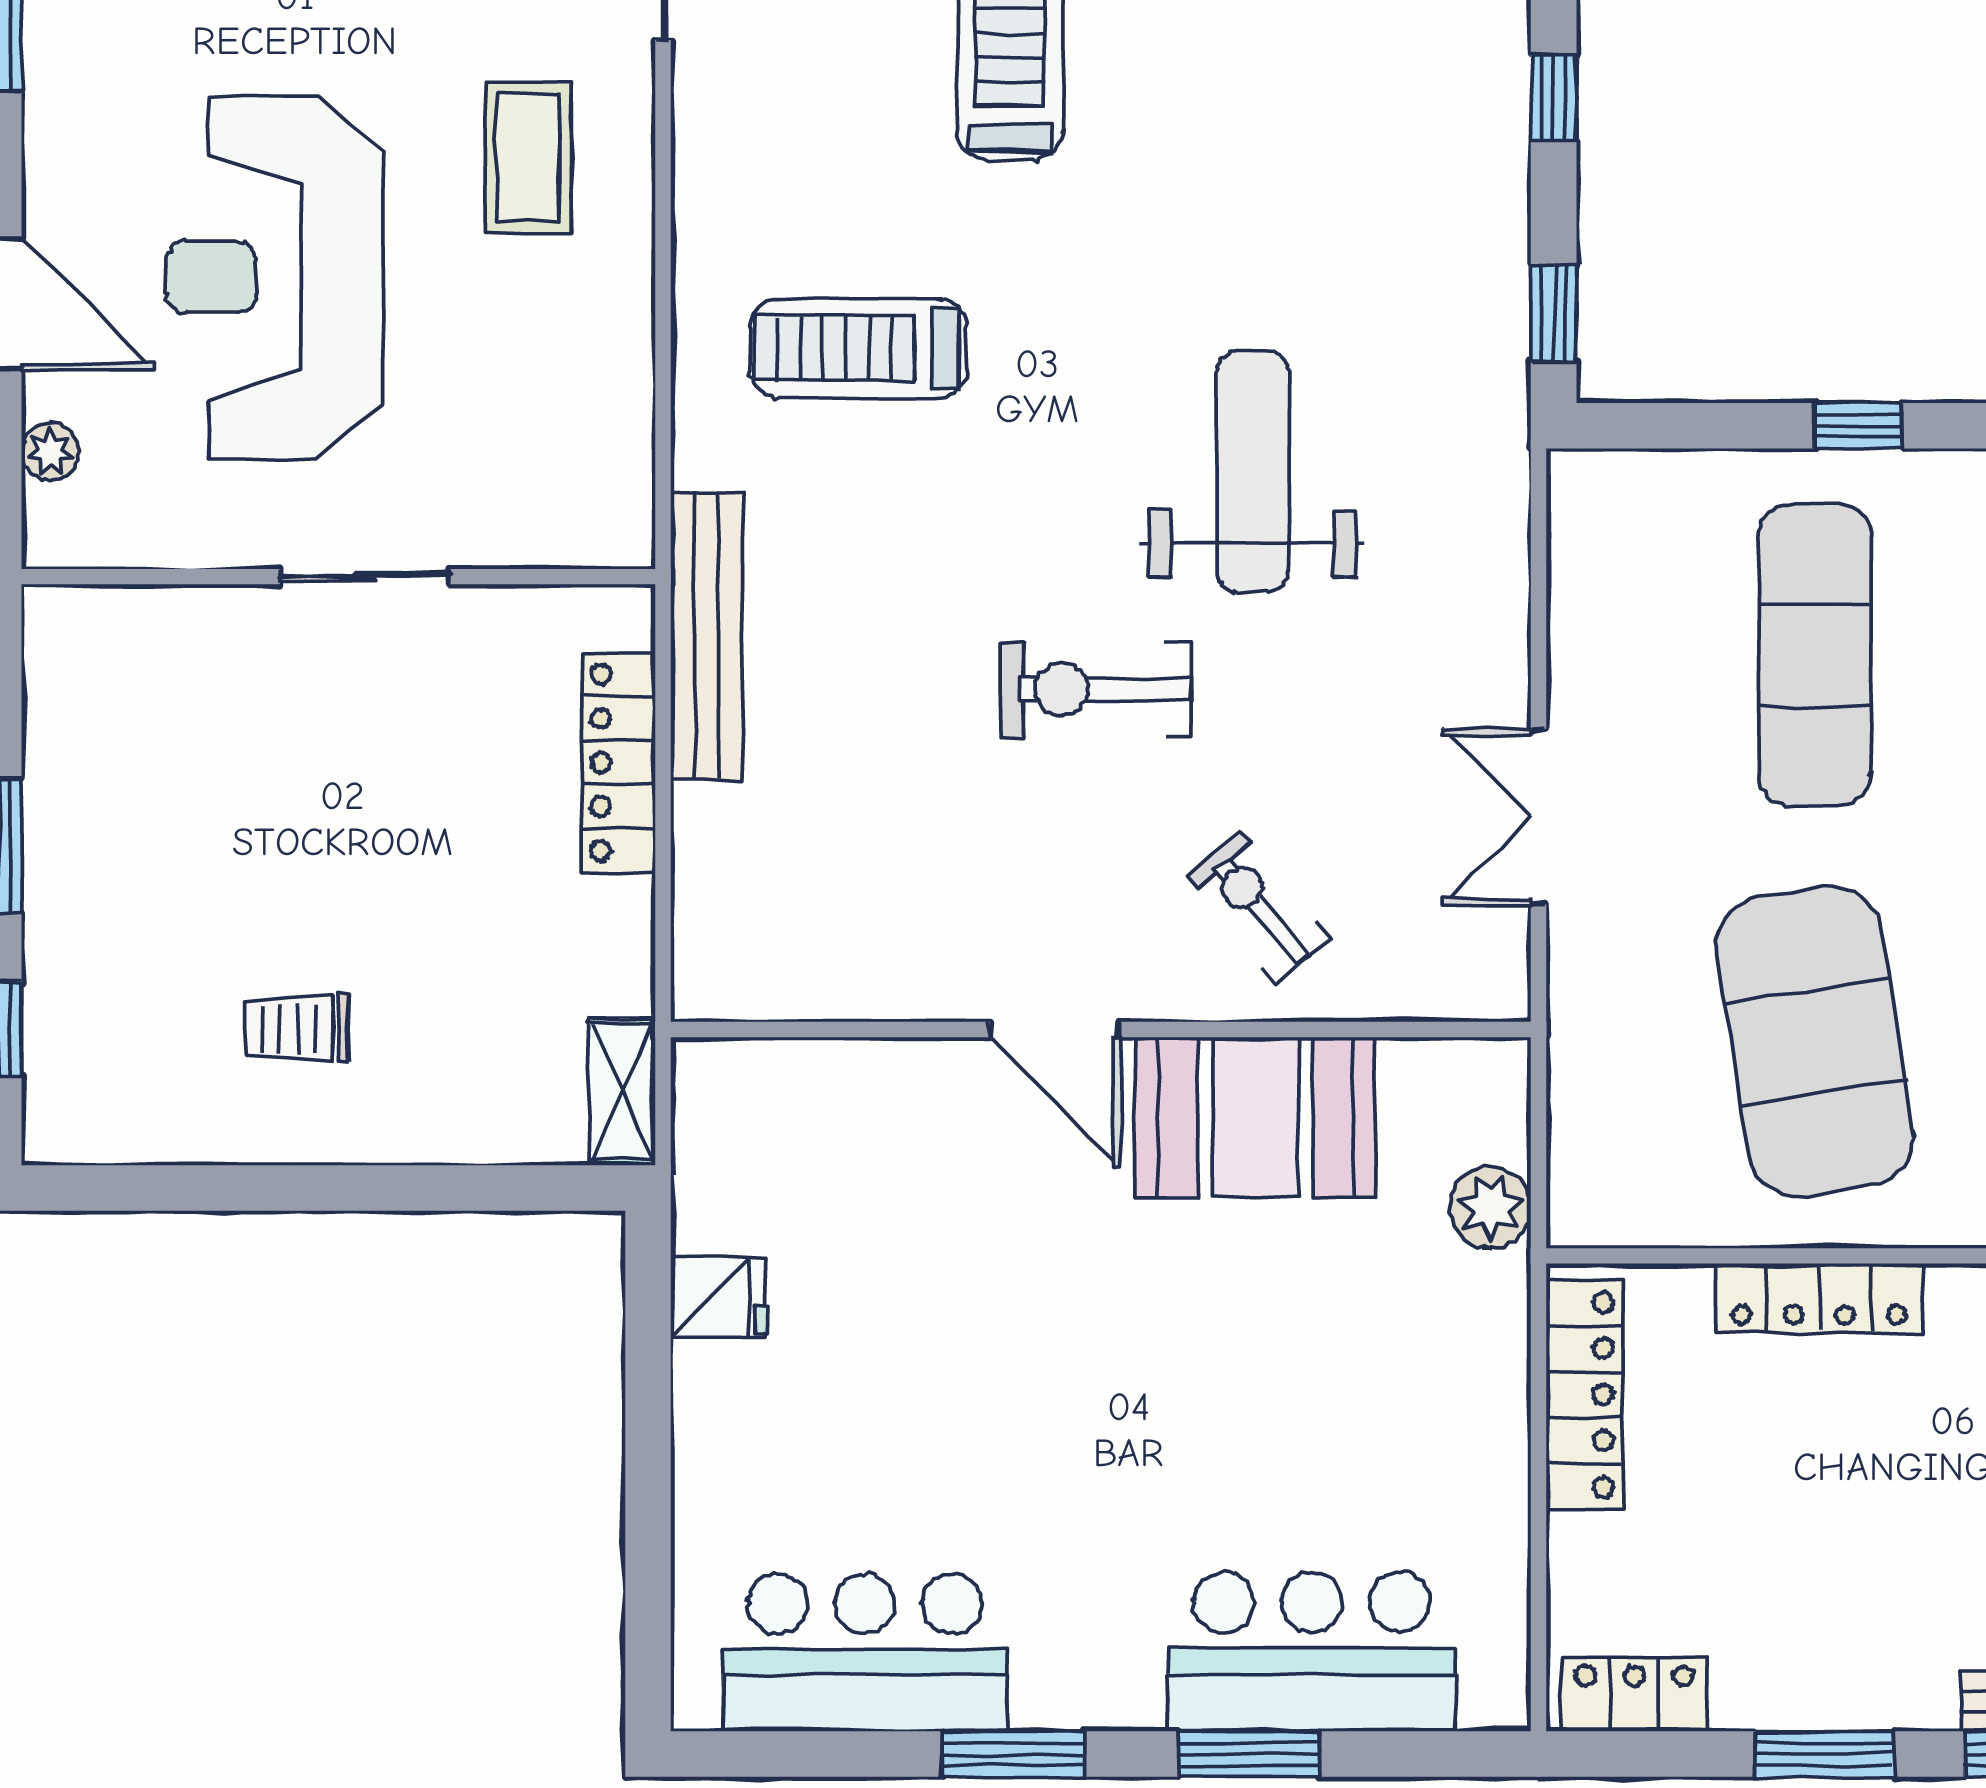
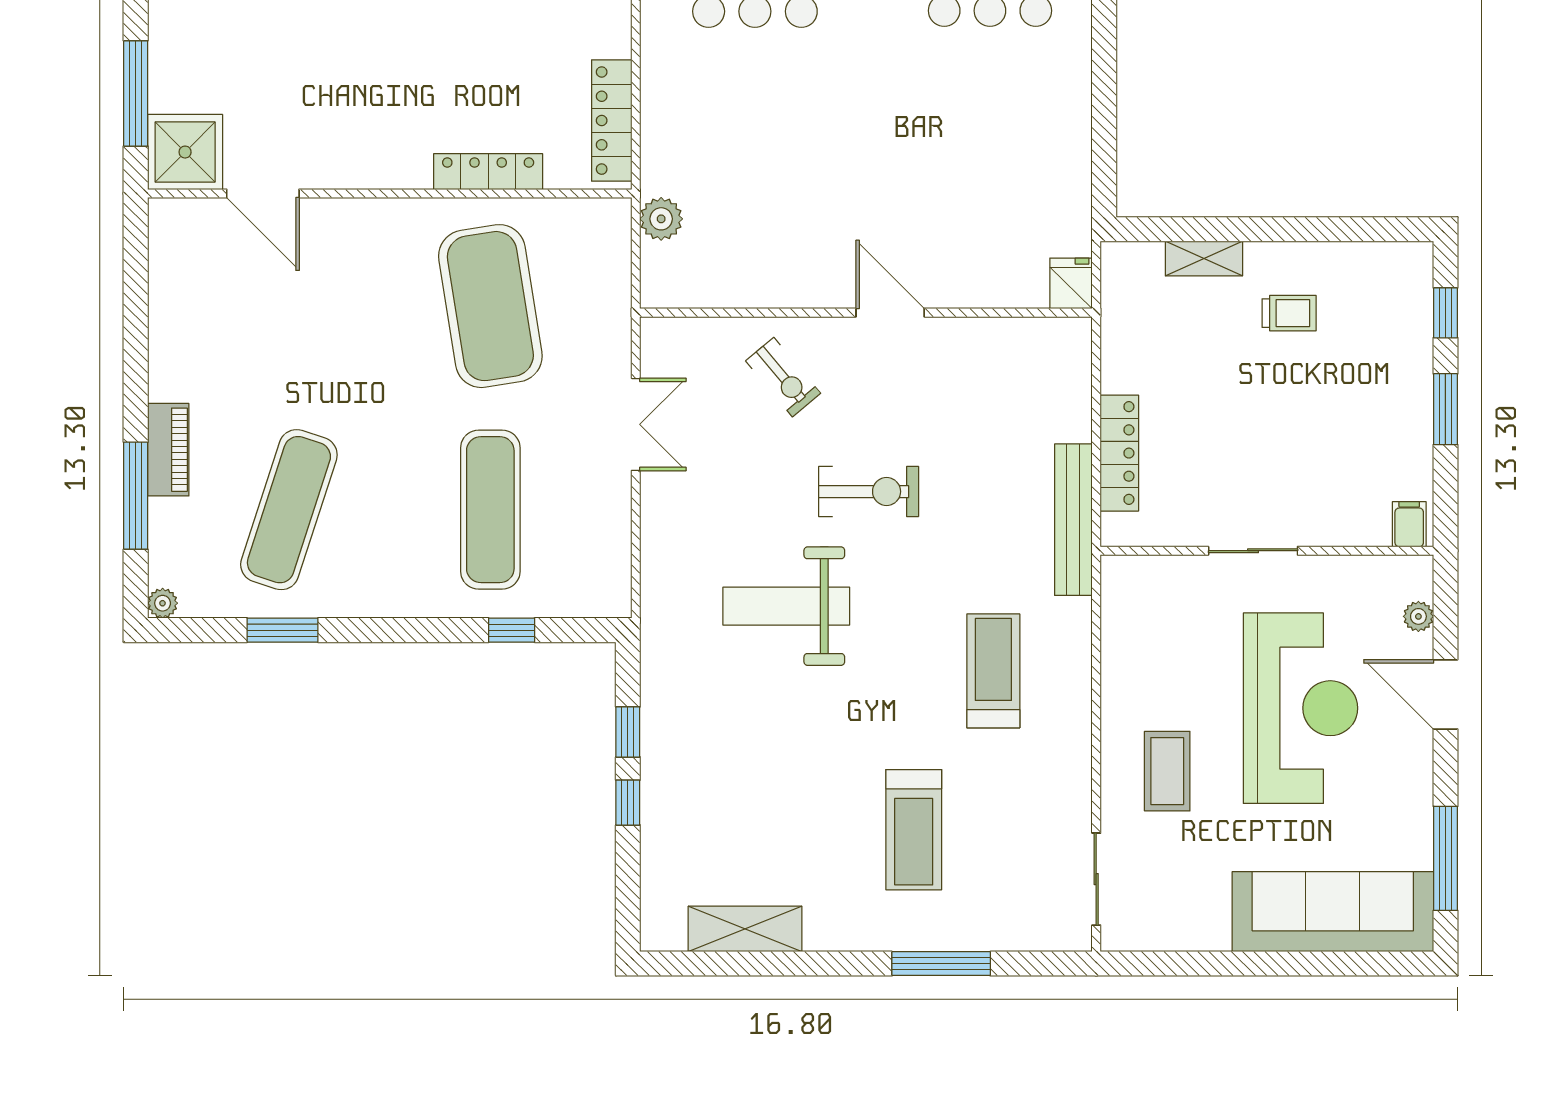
window: (1554, 313) -> (628, 732), moved
treadmill: (859, 348) -> (993, 671), turned -90
window: (1858, 426) -> (512, 630), moved
weight bench: (1252, 471) -> (786, 606), turned 90
filing cabinet: (68, 627) -> (1409, 524), added
shelving: (622, 1092) -> (1204, 259), moved, turned 90
booth: (1255, 1117) -> (785, 266), removed
fridge: (719, 1298) -> (1071, 283), moved, turned 90

